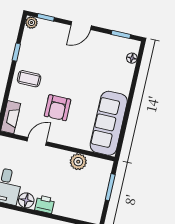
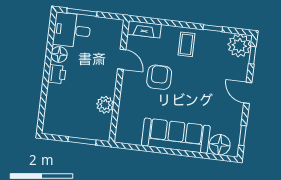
plant: (31, 23) -> (239, 45), width x1.88, depth x1.88
floor lamp: (132, 58) -> (220, 145), width x1.89, depth x1.89
armchair: (58, 108) -> (159, 77), turned 90
sofa: (109, 123) -> (176, 136), moved

